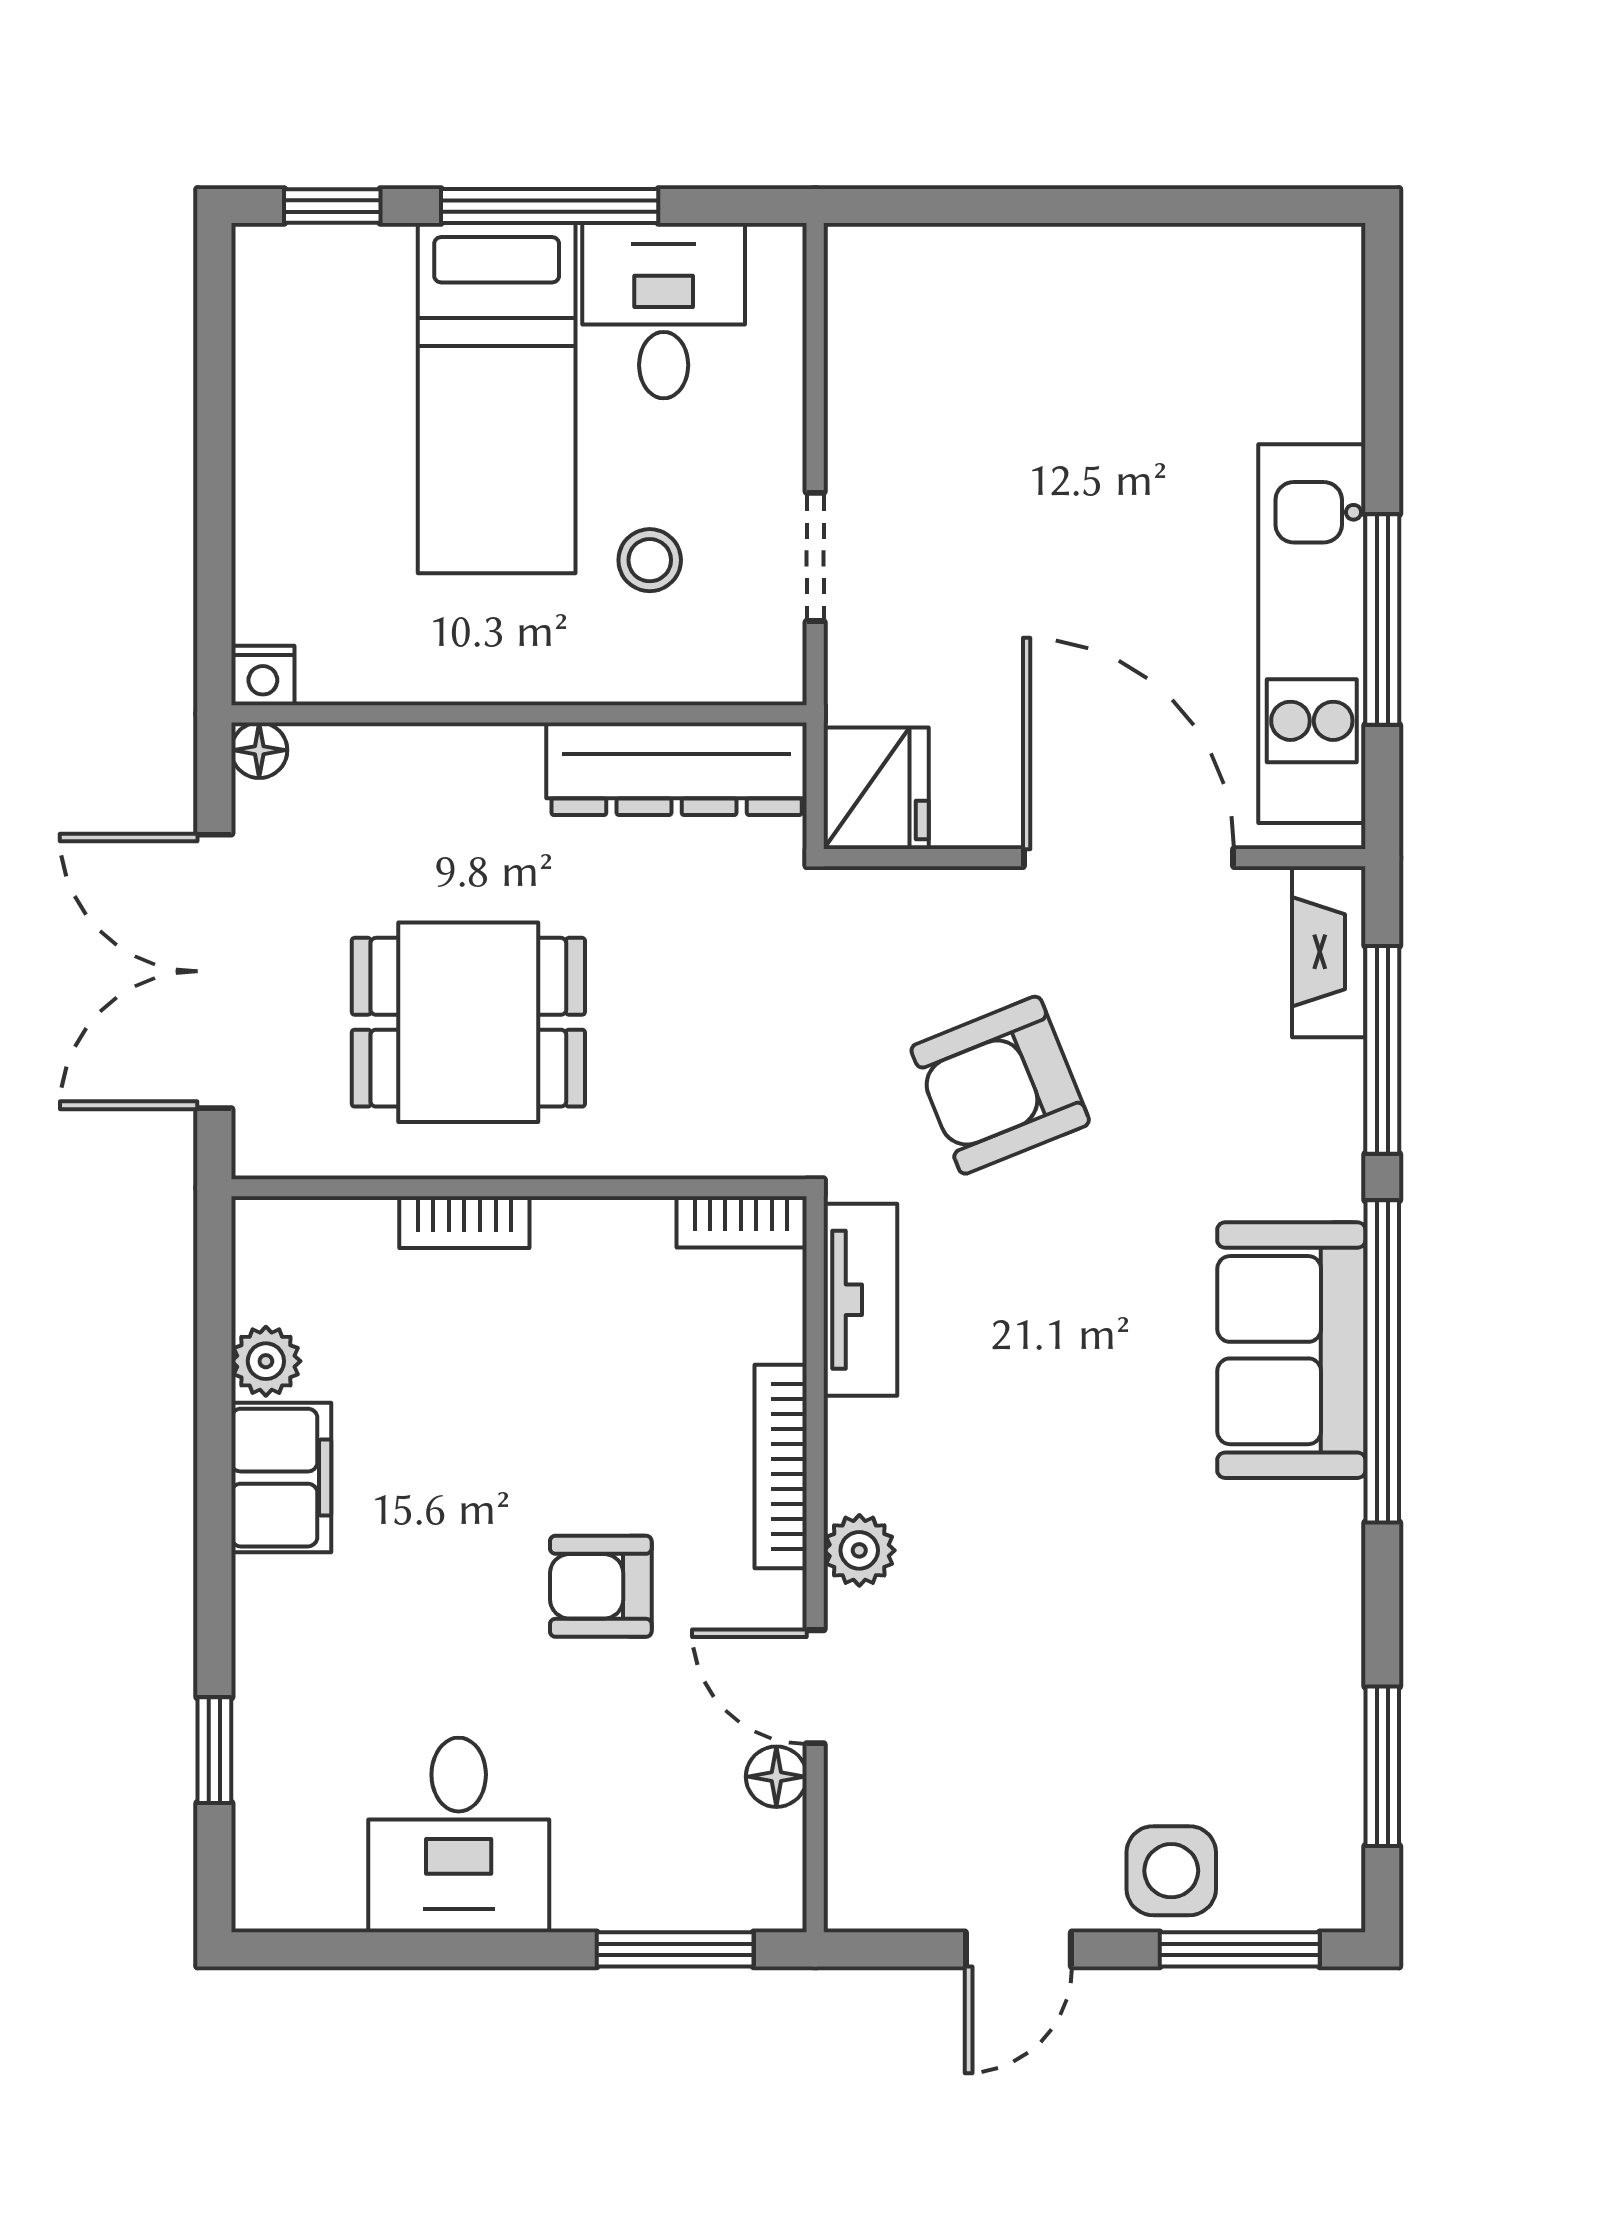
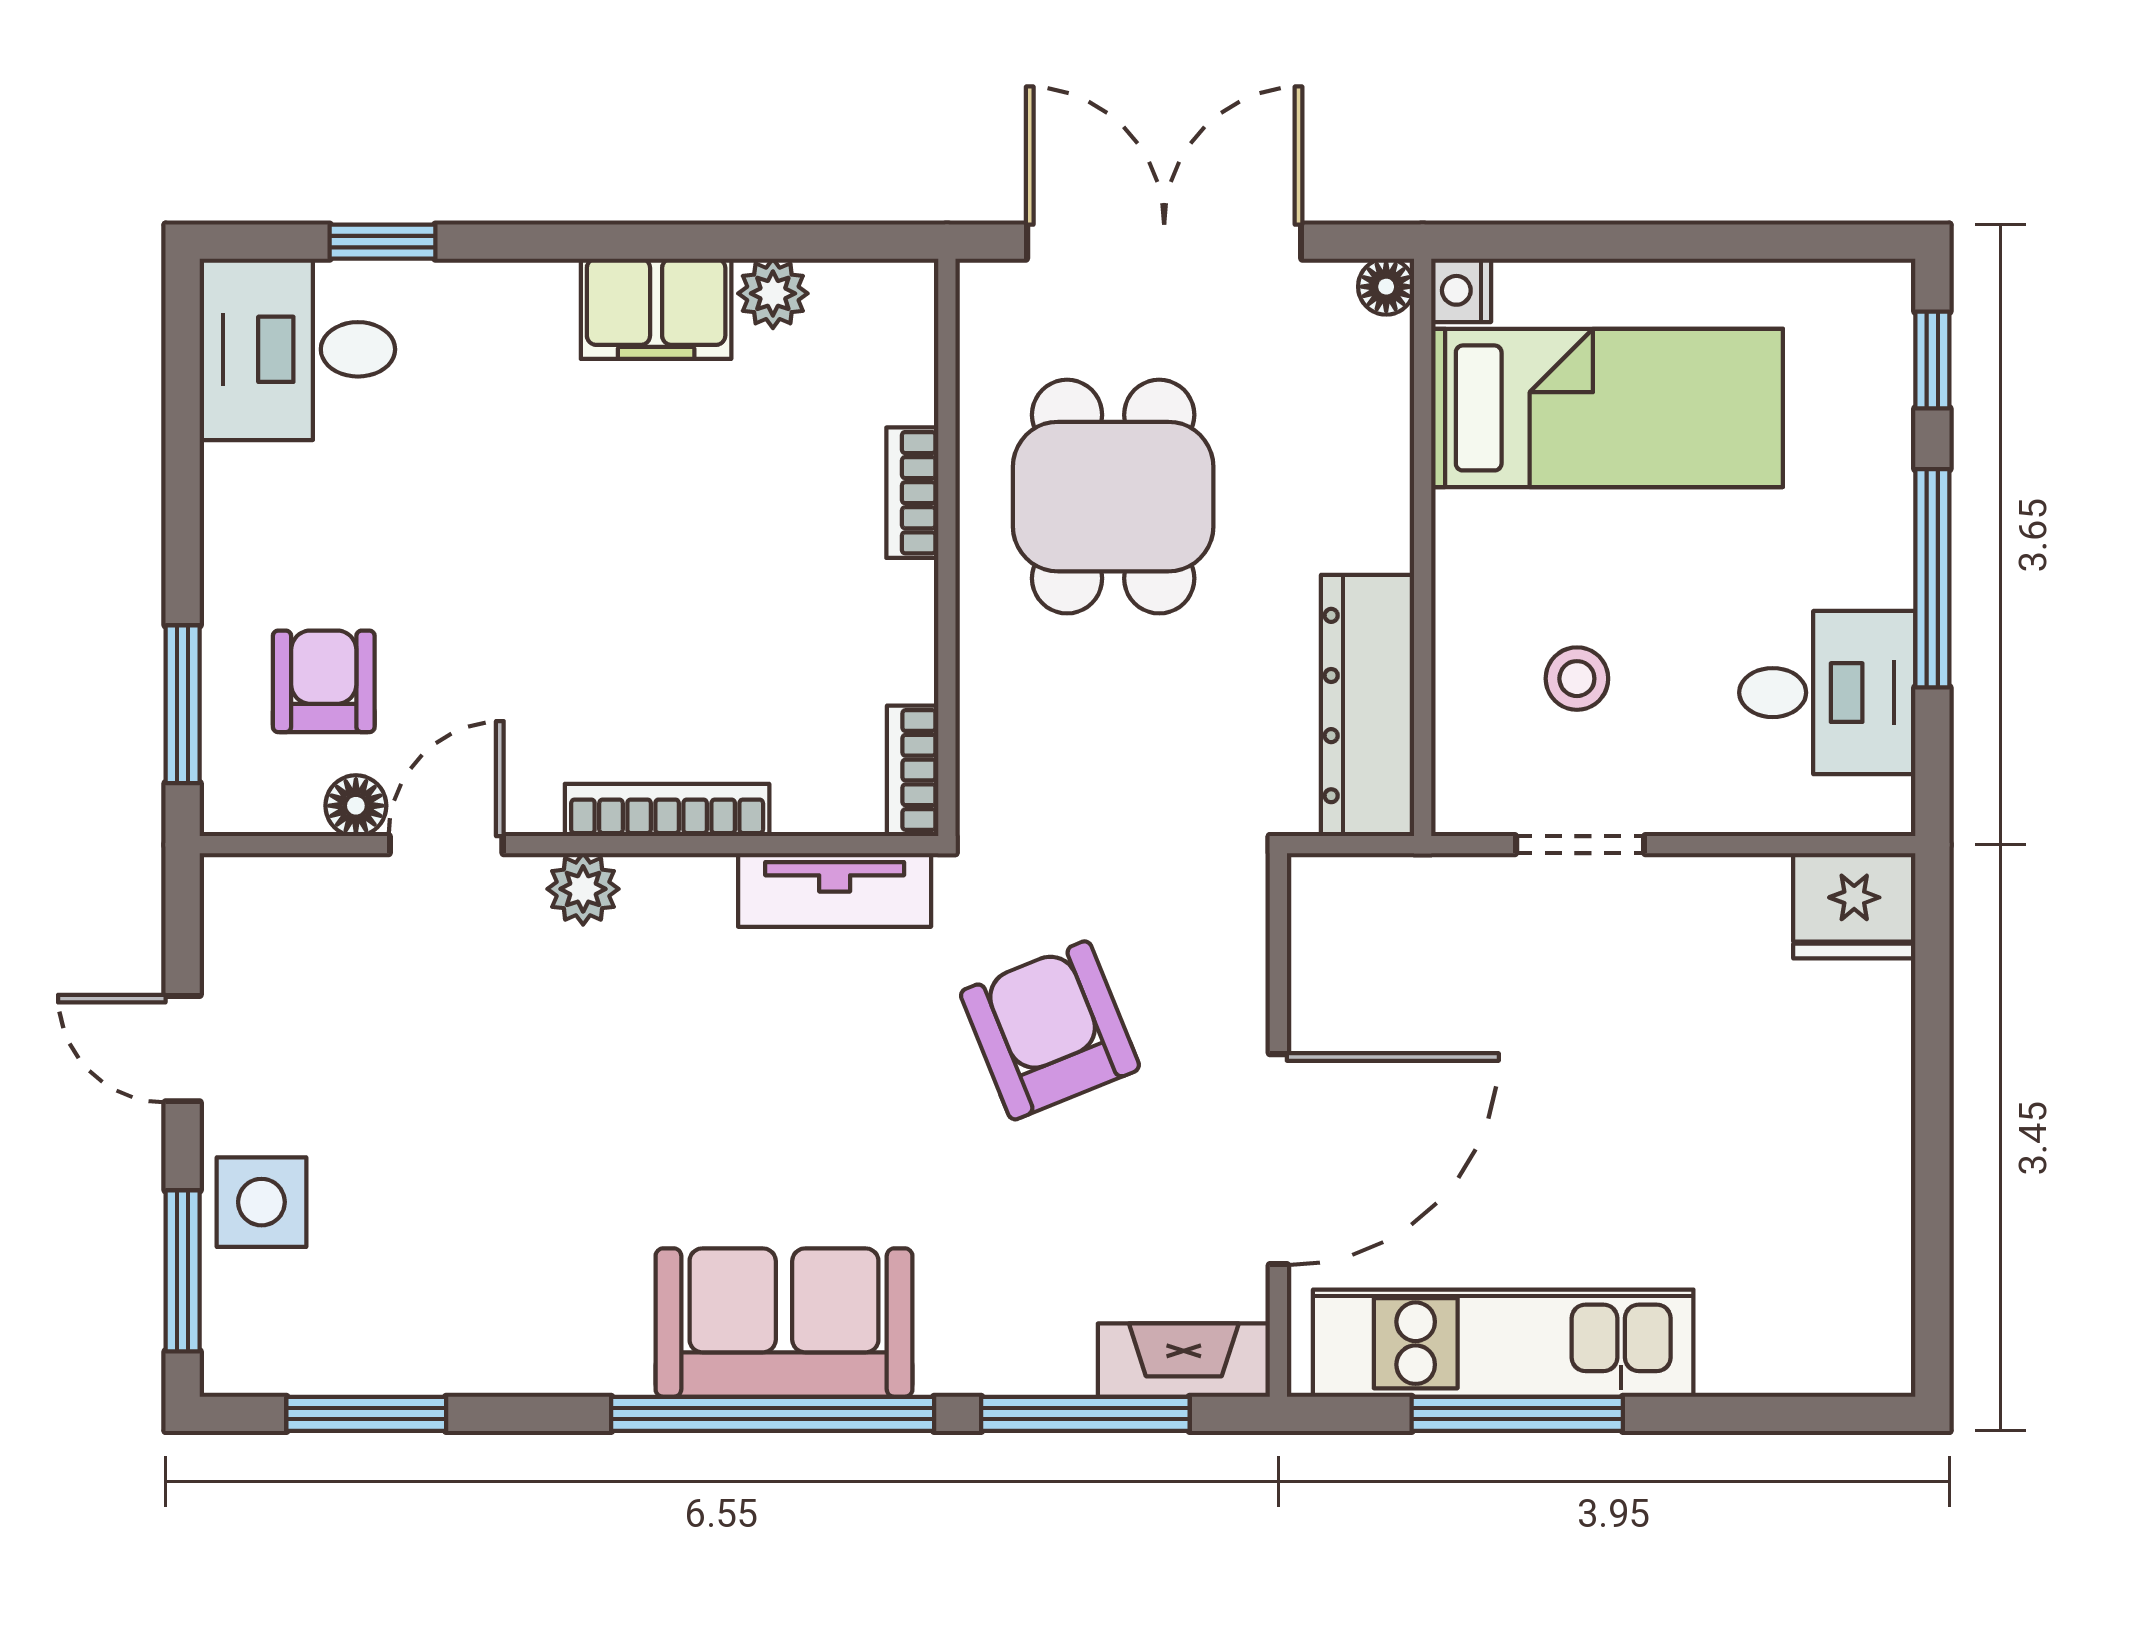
bed: (497, 398) -> (1607, 408), moved, turned 180
fridge: (876, 788) -> (1854, 906), moved
armchair: (601, 1586) -> (324, 681), moved
desk: (459, 1835) -> (297, 349), moved

